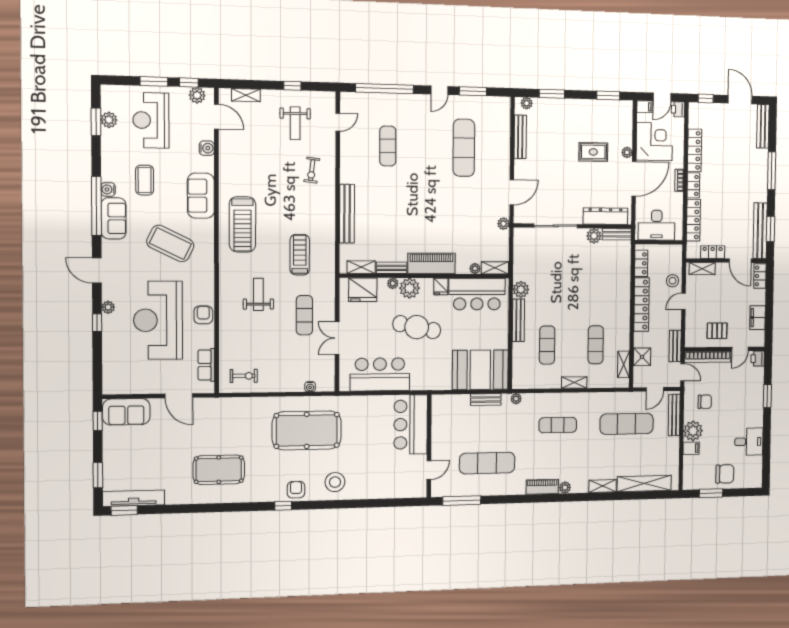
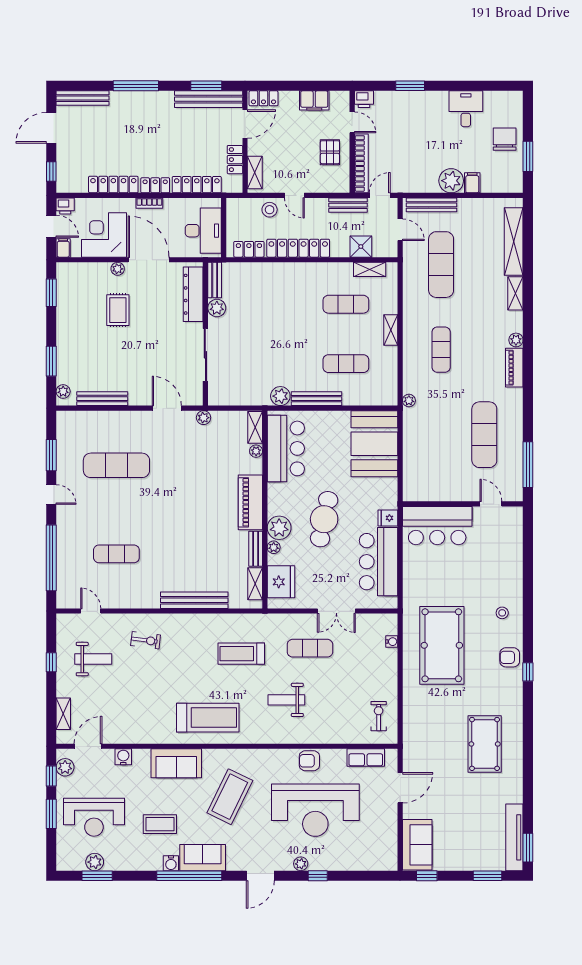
fridge: (441, 286) -> (388, 518), moved, turned 180
bench: (486, 400) -> (409, 437), removed
chair: (705, 402) -> (416, 166), removed
stool: (335, 482) -> (502, 613), width x0.53, depth x0.53

